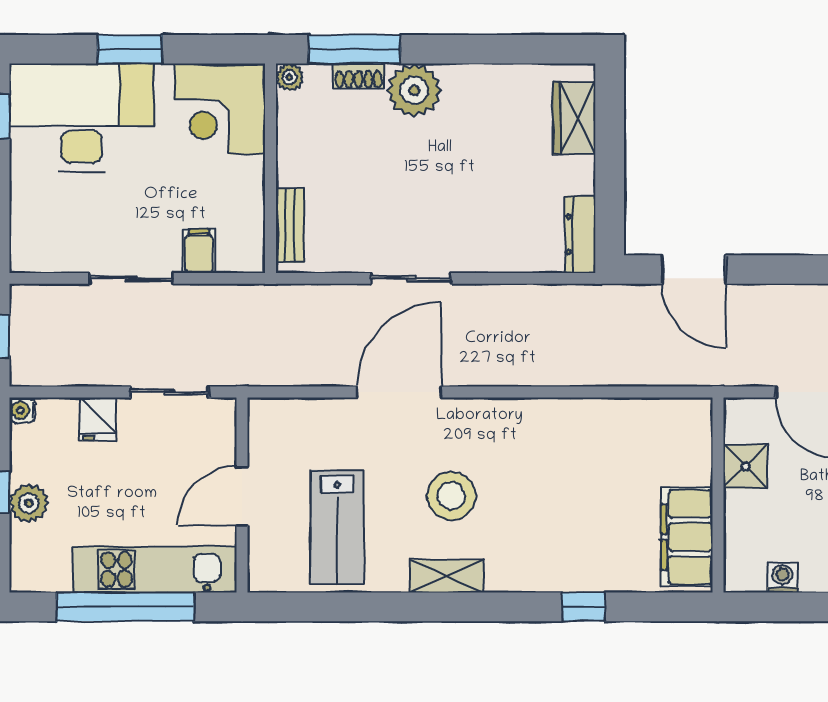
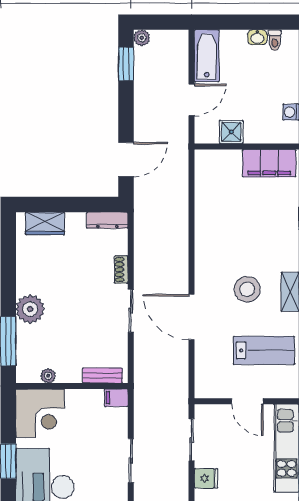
shoe rack: (359, 76) -> (121, 270), moved, turned 180
plant: (289, 77) -> (48, 376), moved
filing cabinet: (199, 251) -> (116, 398), moved

